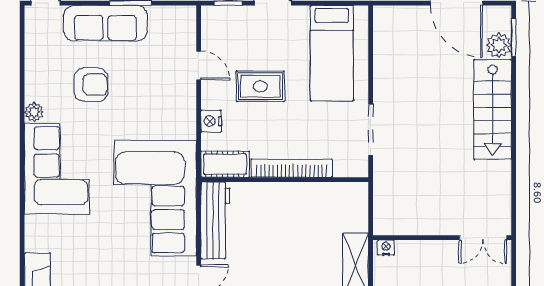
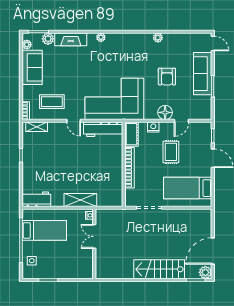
plant: (499, 45) -> (205, 272), moved
armchair: (91, 85) -> (167, 77), moved
floor lamp: (182, 98) -> (165, 112), added
corner sofa: (57, 169) -> (129, 49), removed
plant: (33, 225) -> (101, 37), added
double door: (483, 238) -> (94, 236), moved

